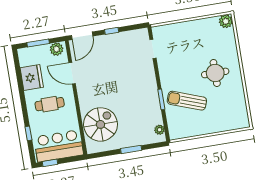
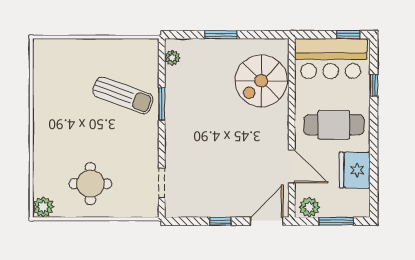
round table: (215, 73) -> (90, 184), moved
cafe table: (50, 104) -> (334, 125), width x1.37, depth x1.35

